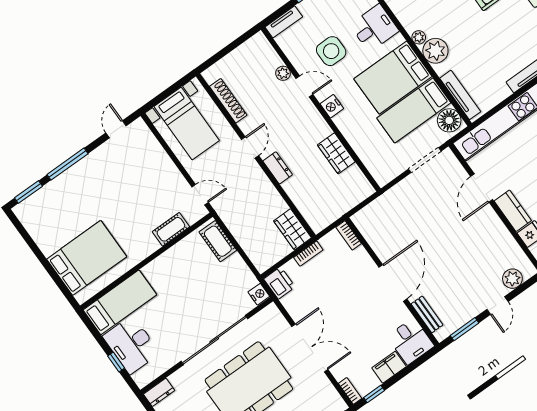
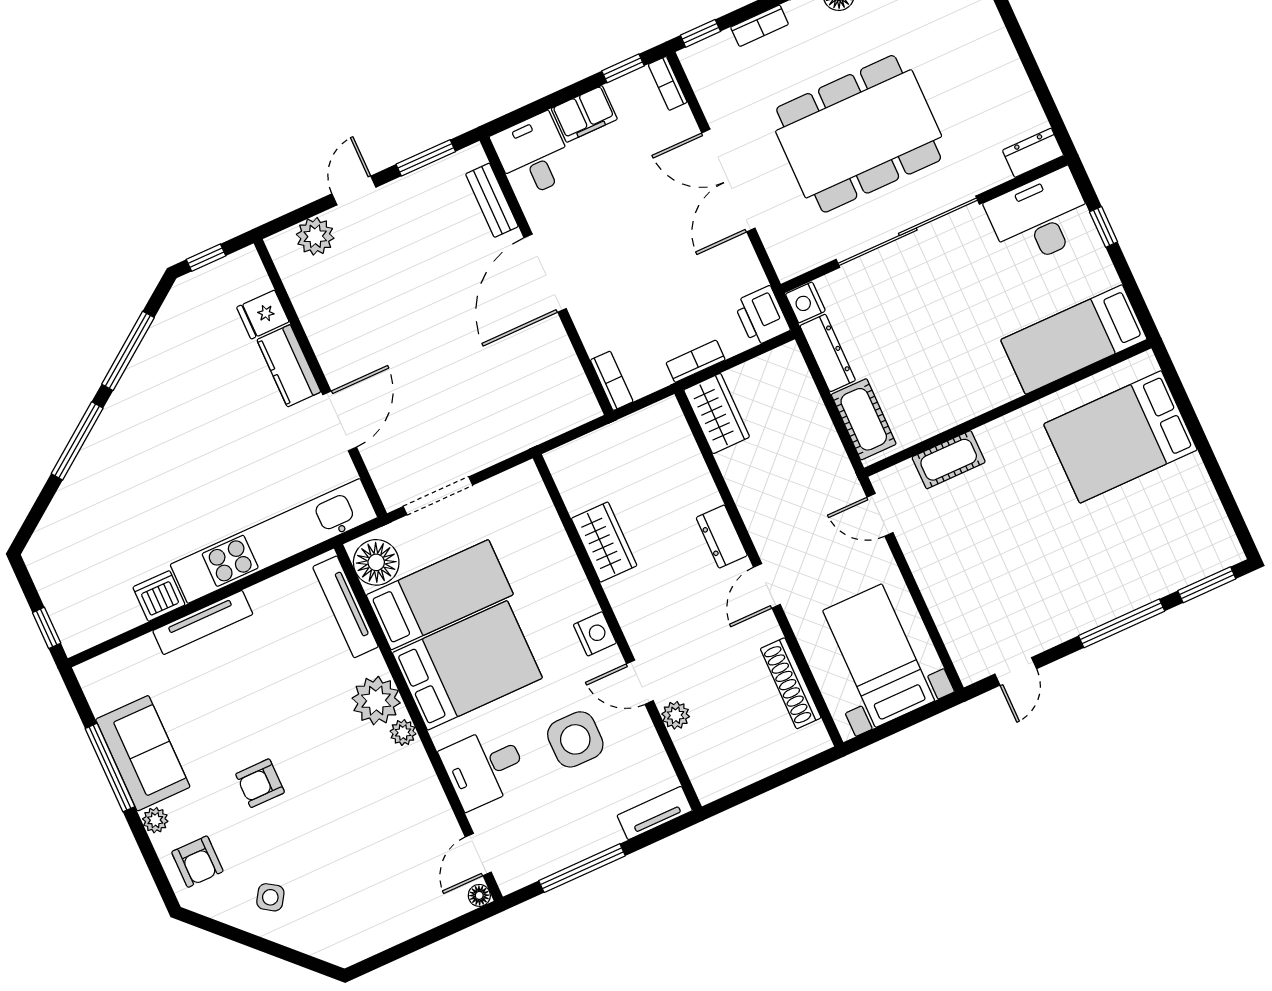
dresser: (243, 271) -> (828, 353), added
desk: (131, 345) -> (1040, 218), moved, turned -90

